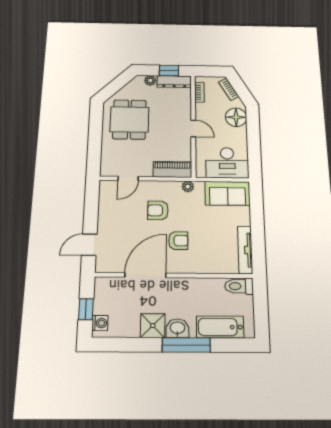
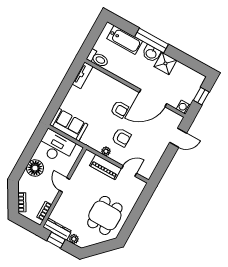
floor lamp: (236, 117) -> (35, 168), moved
piano: (172, 169) -> (105, 167), moved
plant: (188, 187) -> (106, 151), moved
armchair: (178, 241) -> (120, 110), turned 180
tv unit: (245, 250) -> (83, 75), width x0.71
washing machine: (100, 323) -> (183, 107), moved

